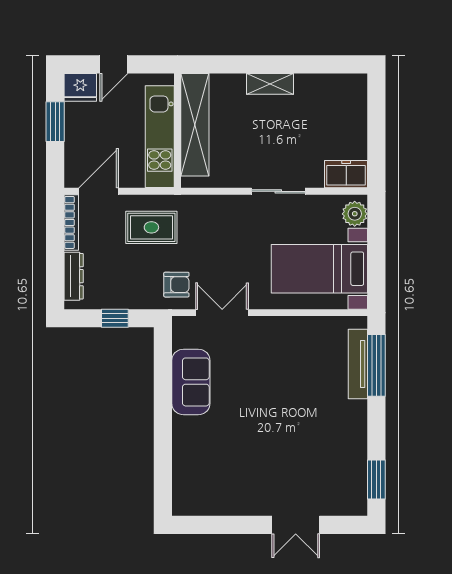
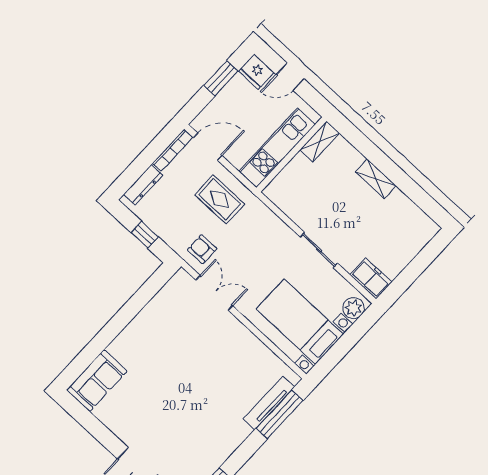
shelving: (195, 125) -> (320, 141), width x0.45, depth x0.75
armchair: (176, 285) -> (202, 249), turned 180
sofa: (191, 382) -> (97, 381), moved

